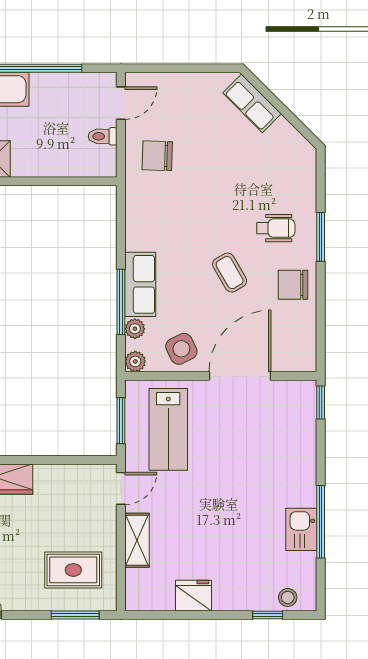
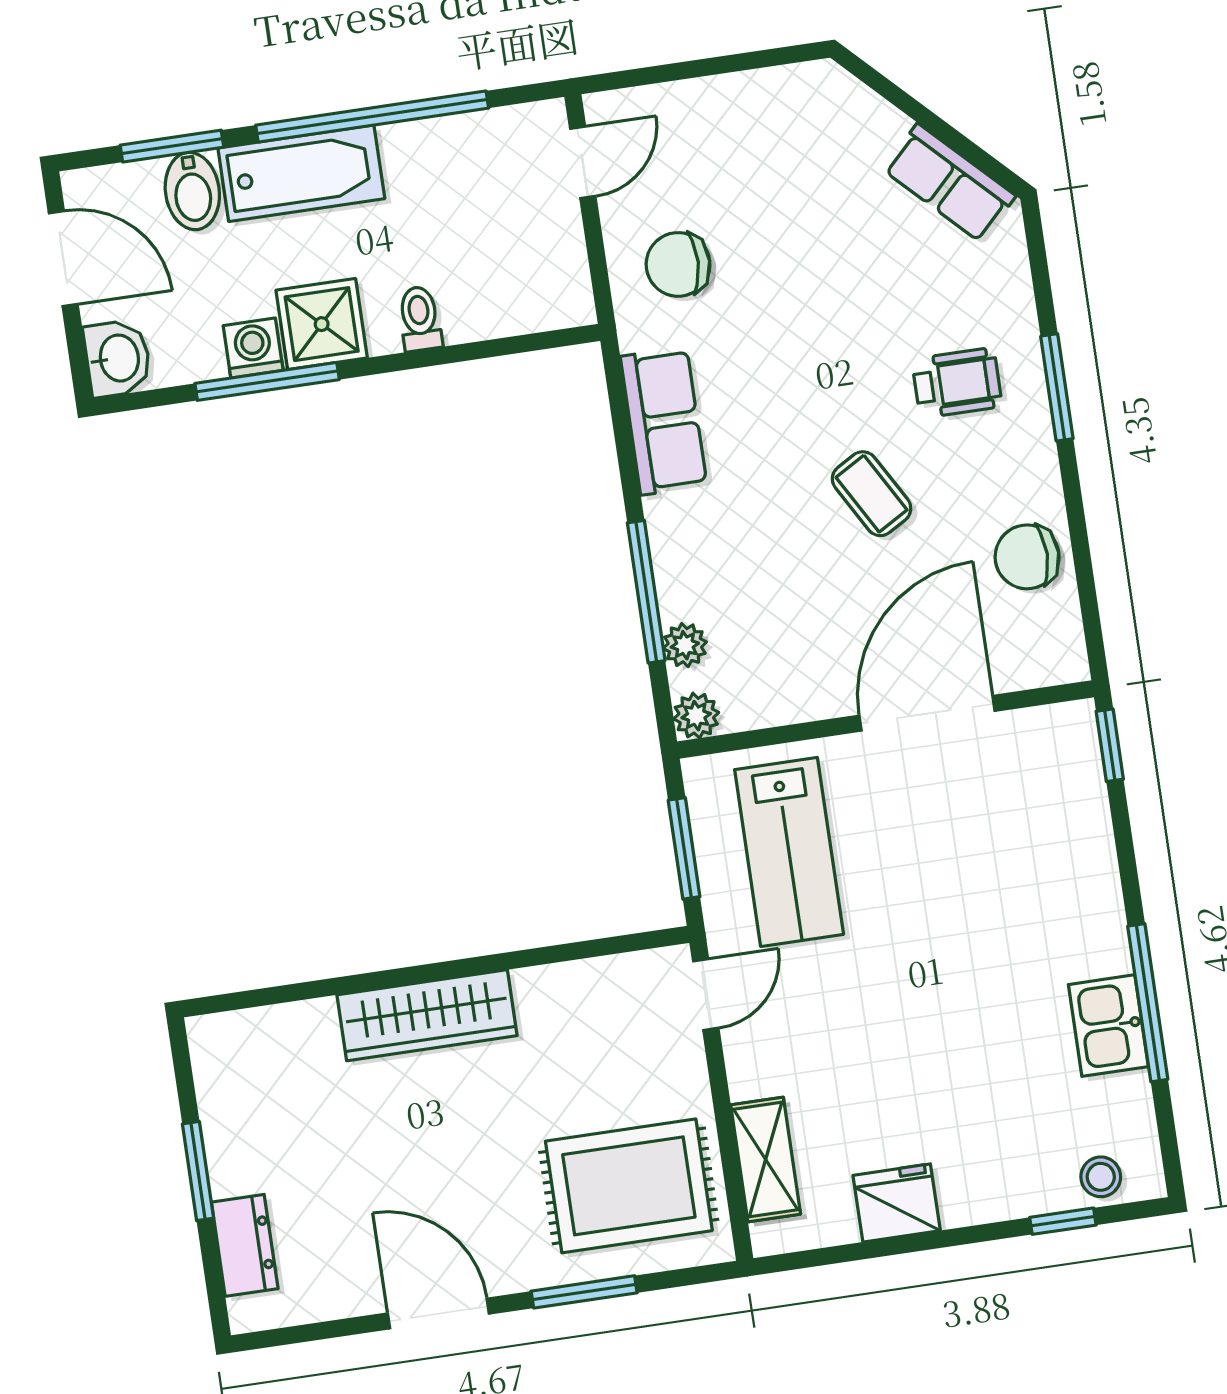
row of seats: (252, 103) -> (949, 183), moved
toilet: (103, 136) -> (420, 319), moved, turned 90
row of seats: (140, 284) -> (664, 421), moved
chair: (293, 285) -> (1027, 557), moved
side table: (181, 349) -> (792, 674), removed
shelving: (137, 540) -> (766, 1160), moved
rug: (73, 570) -> (629, 1186), width x1.36, depth x1.43
window: (75, 615) -> (584, 1292), moved

